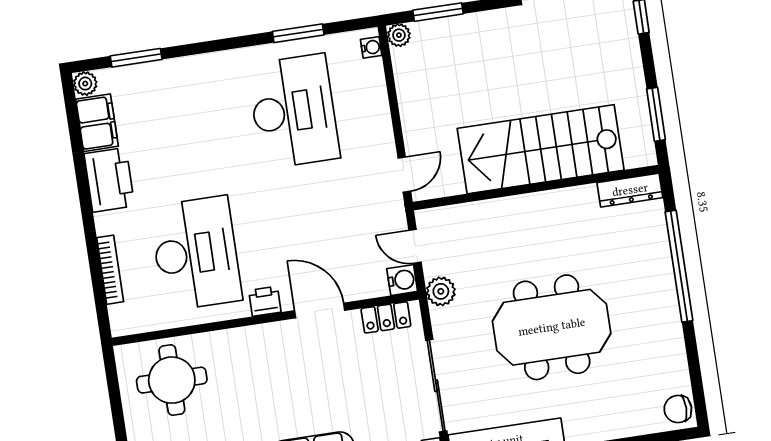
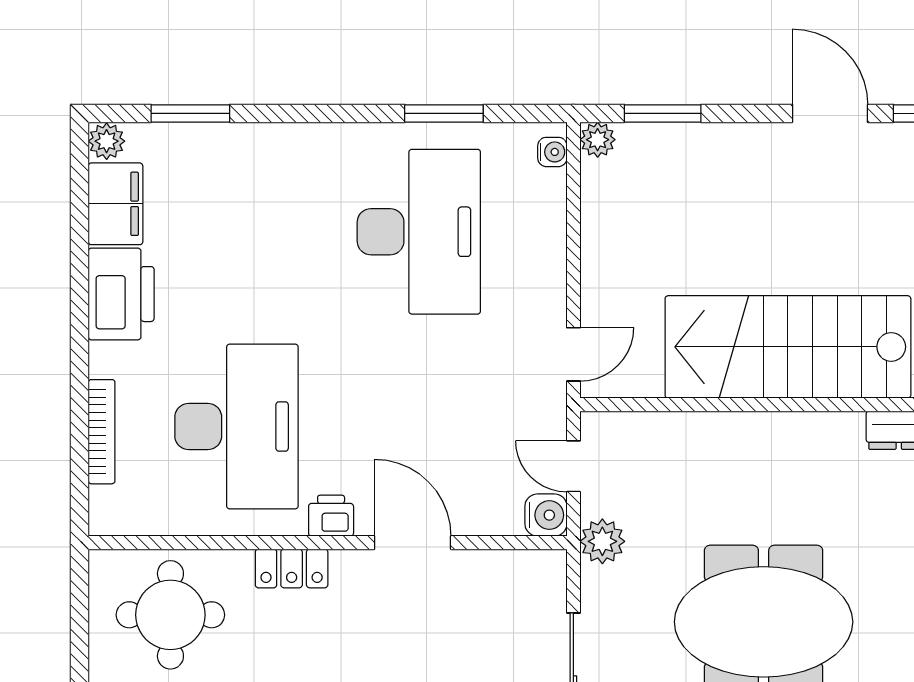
locker: (386, 317) -> (292, 568), moved

